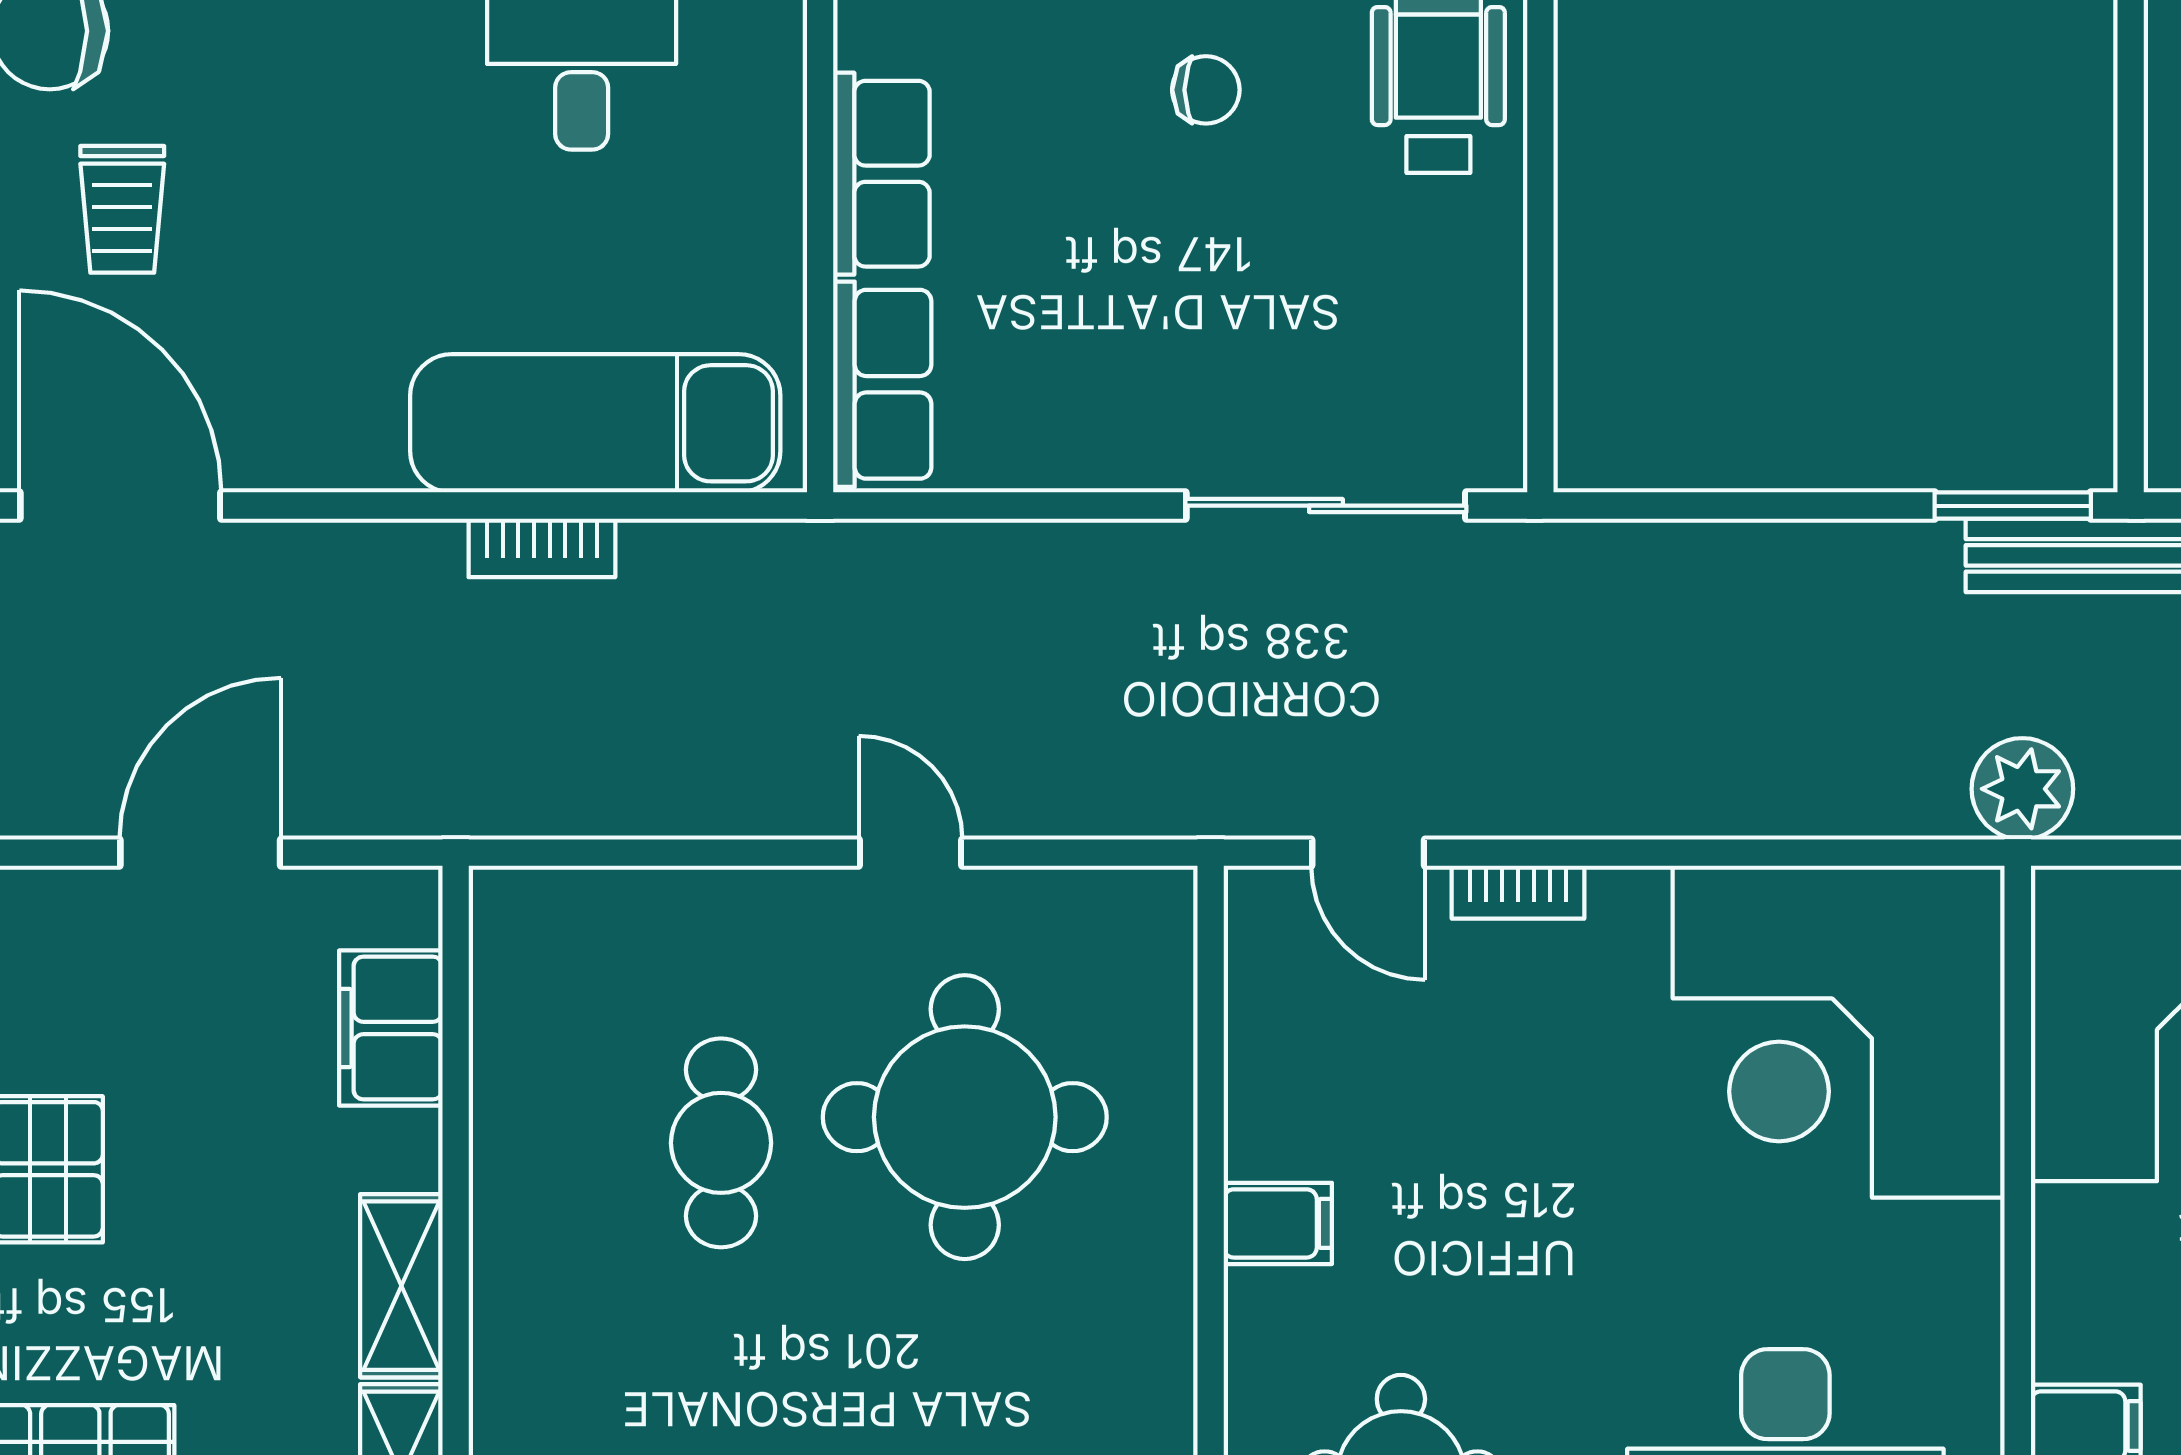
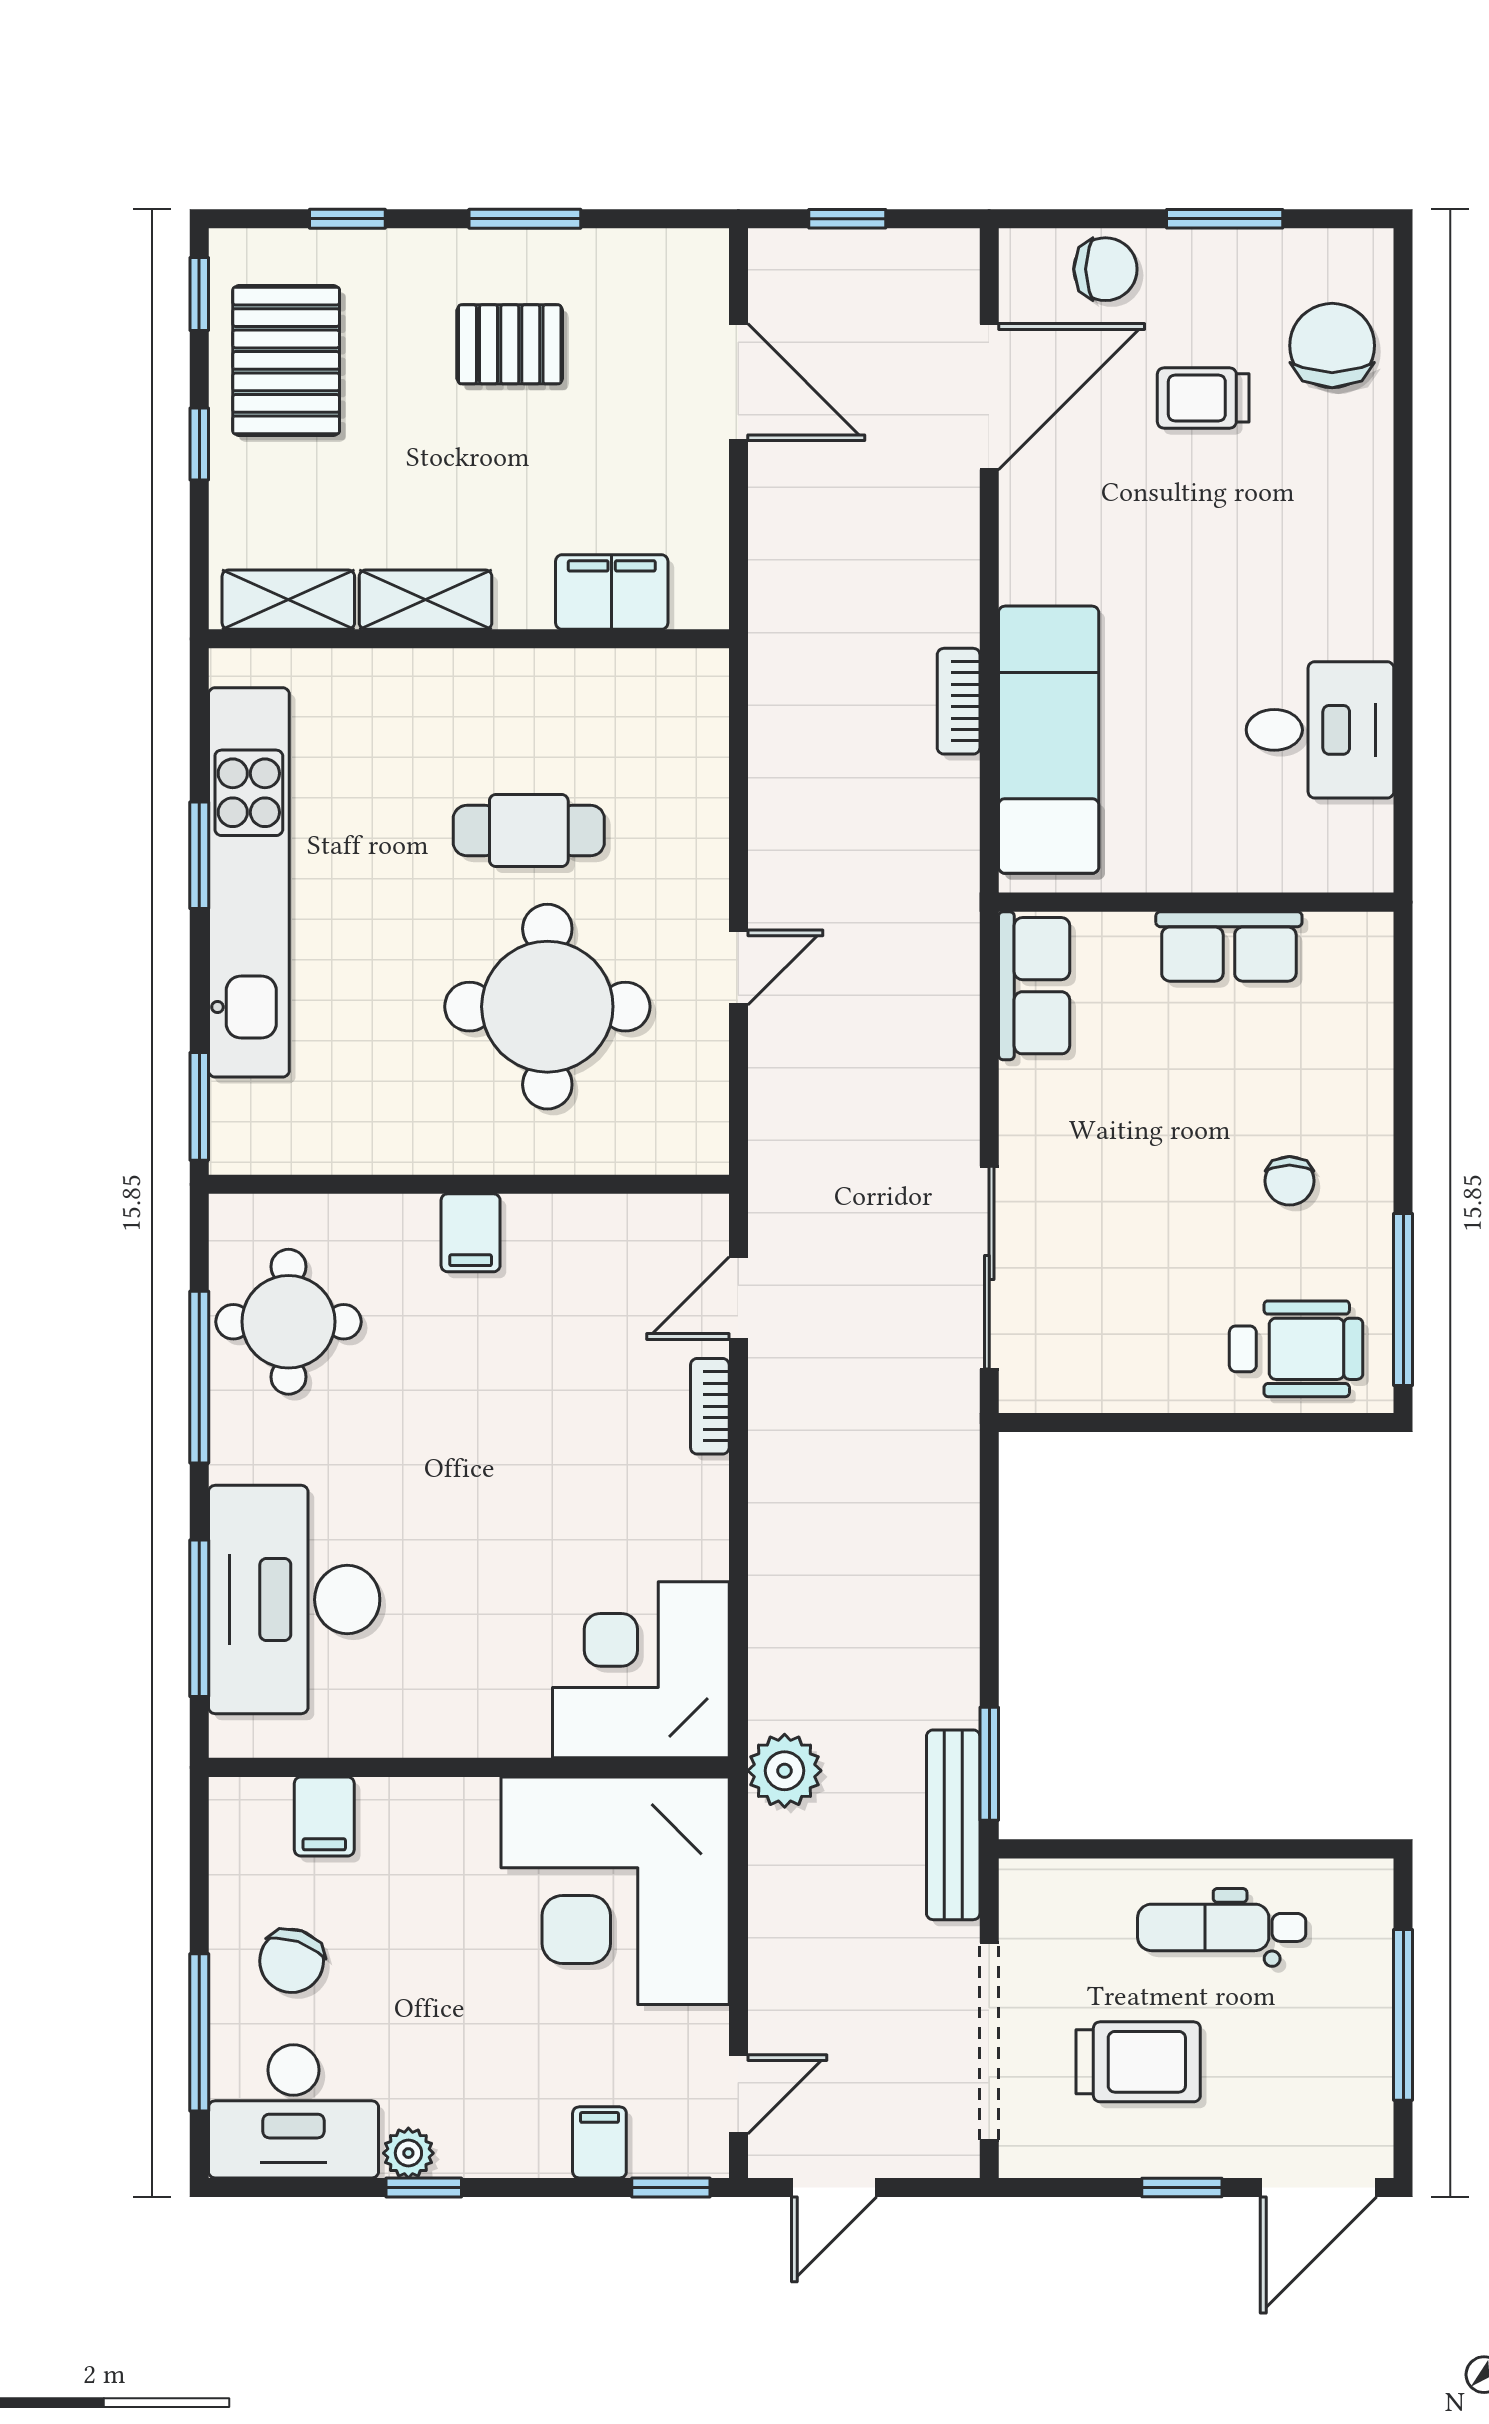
row of seats: (882, 384) -> (1034, 986), moved, turned -90
door: (200, 853) -> (738, 382), moved
corner desk: (1839, 1032) -> (641, 1670), width x0.74, depth x0.74

